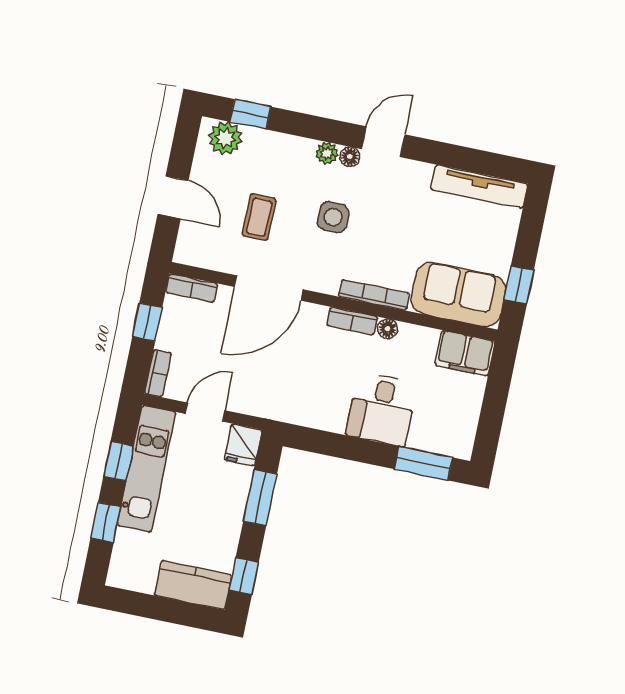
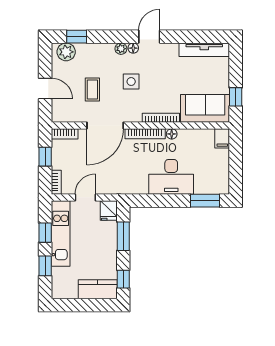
bookcase: (352, 321) -> (145, 134), width x1.56
filing cabinet: (465, 353) -> (222, 138), width x0.50
desk: (381, 409) -> (171, 177), width x1.37

